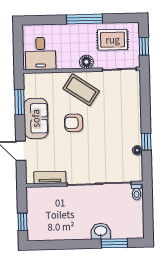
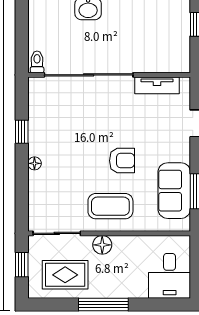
desk: (40, 54) -> (170, 276), moved, turned 180
coffee table: (81, 90) -> (110, 206), turned -34
sofa: (36, 118) -> (174, 191), moved
floor lamp: (137, 150) -> (34, 163), moved

